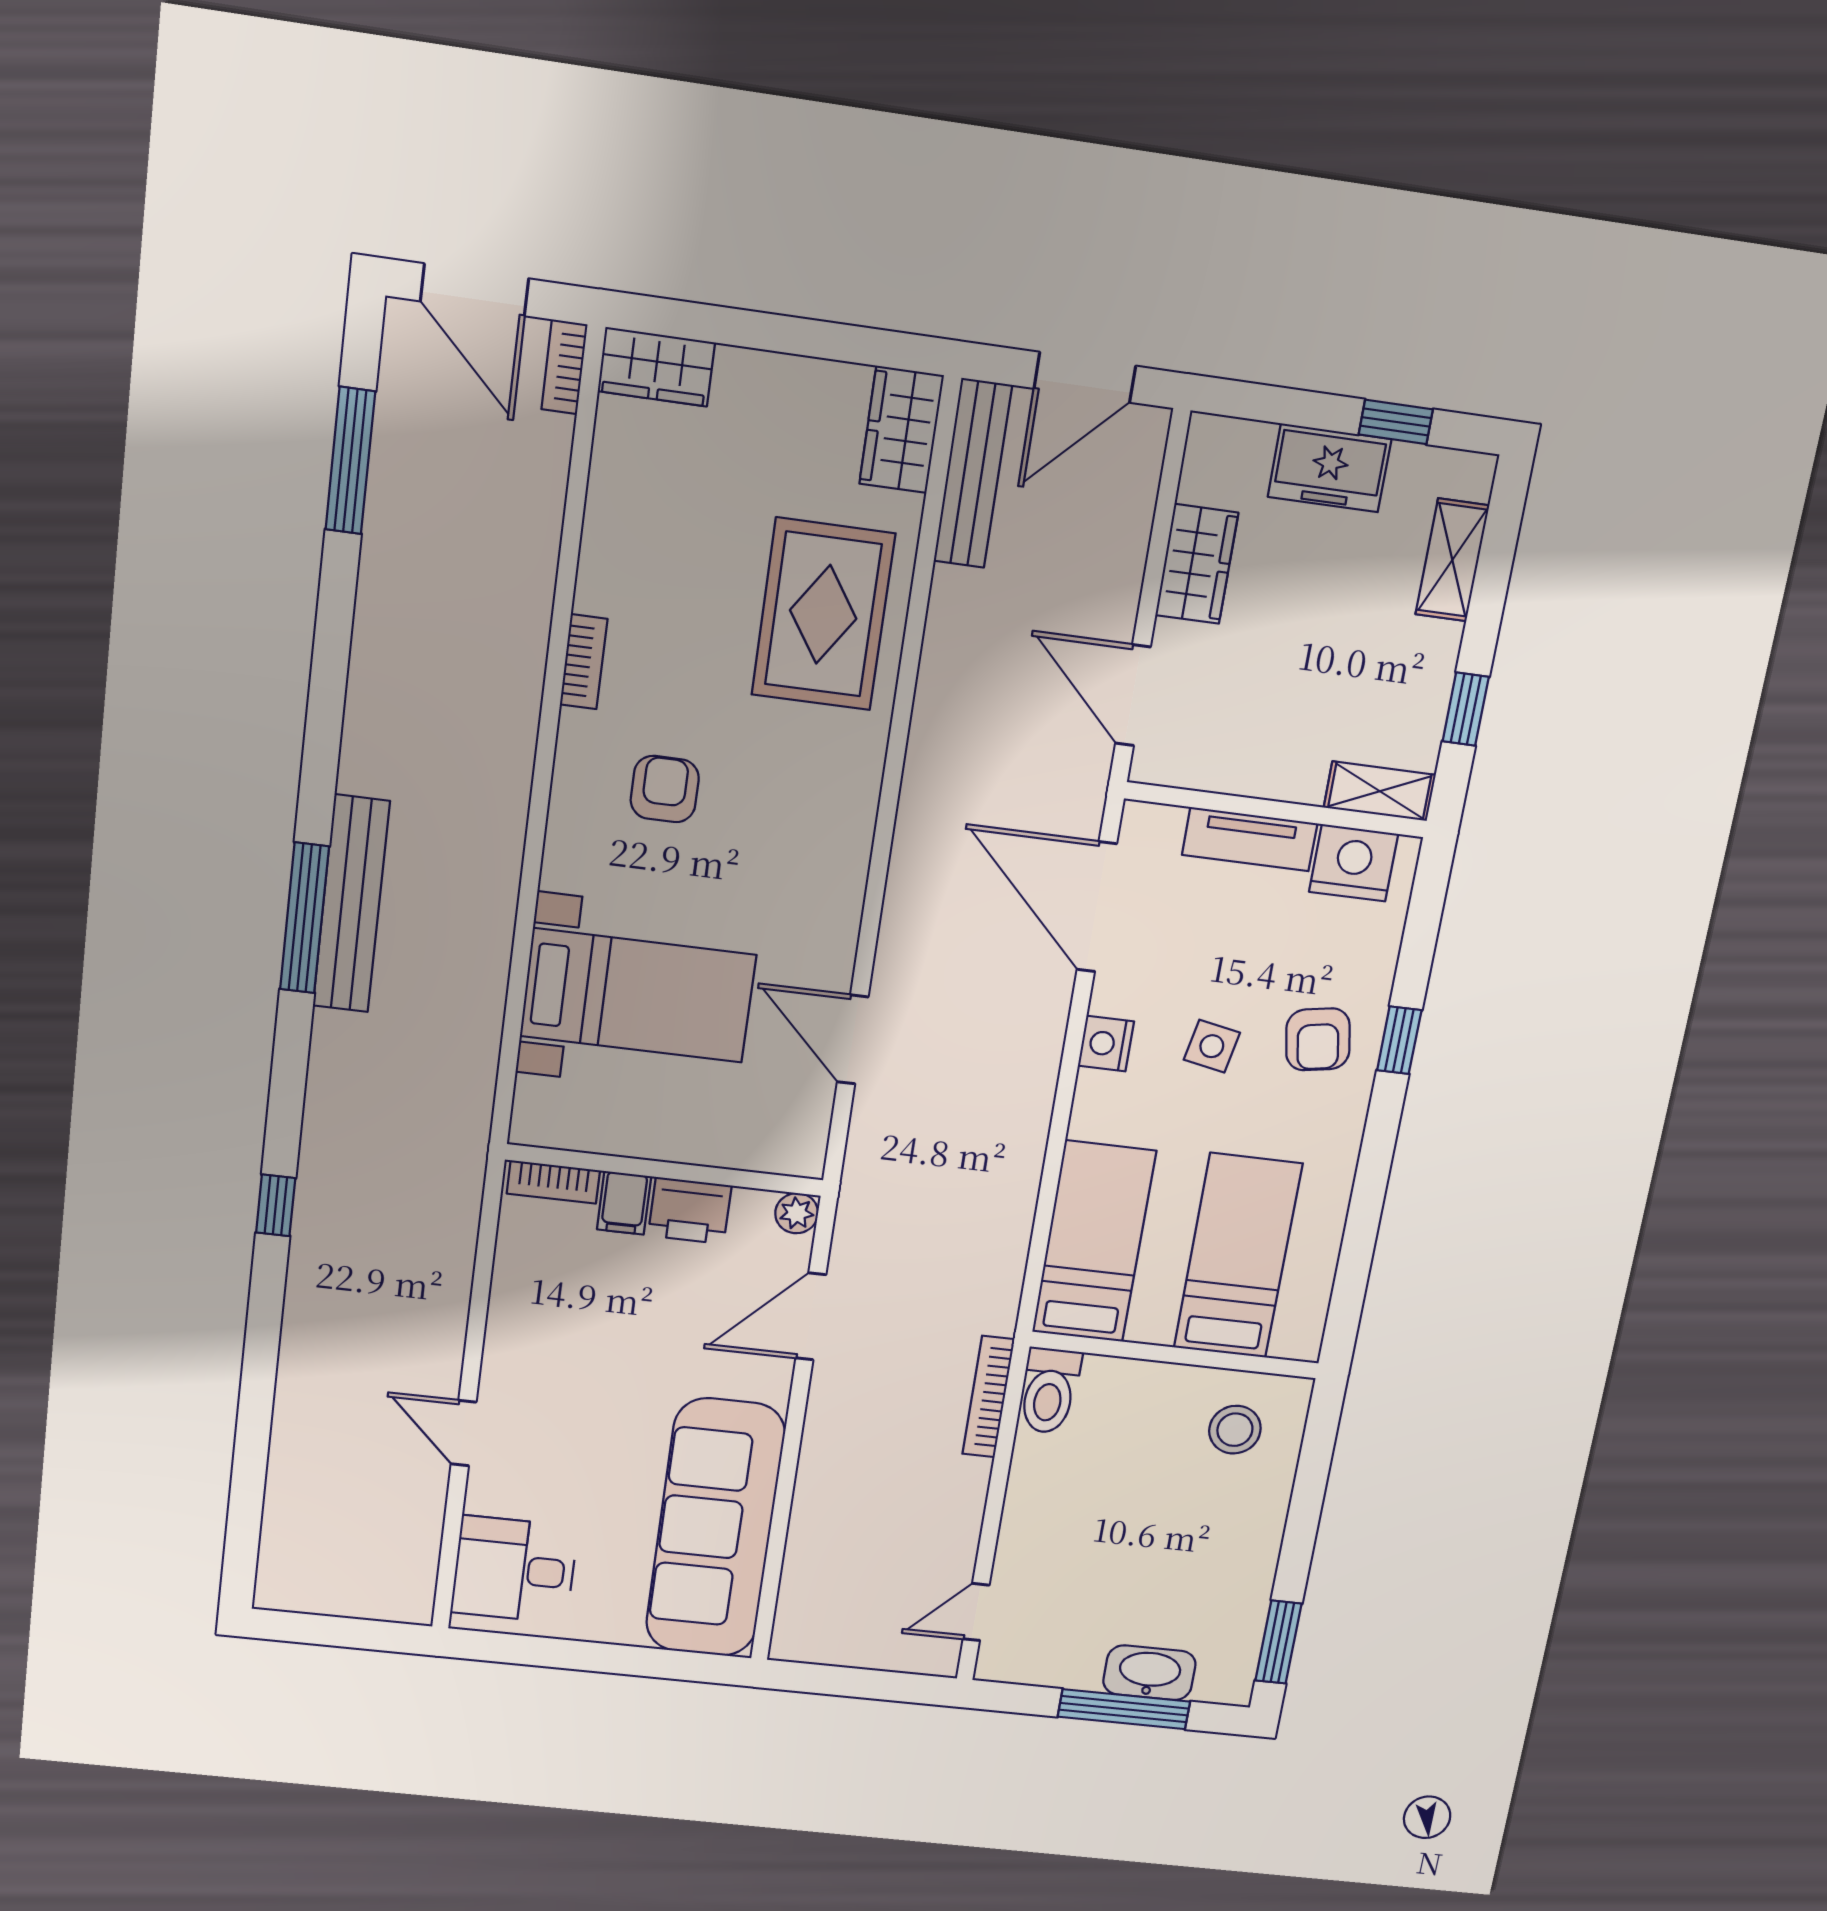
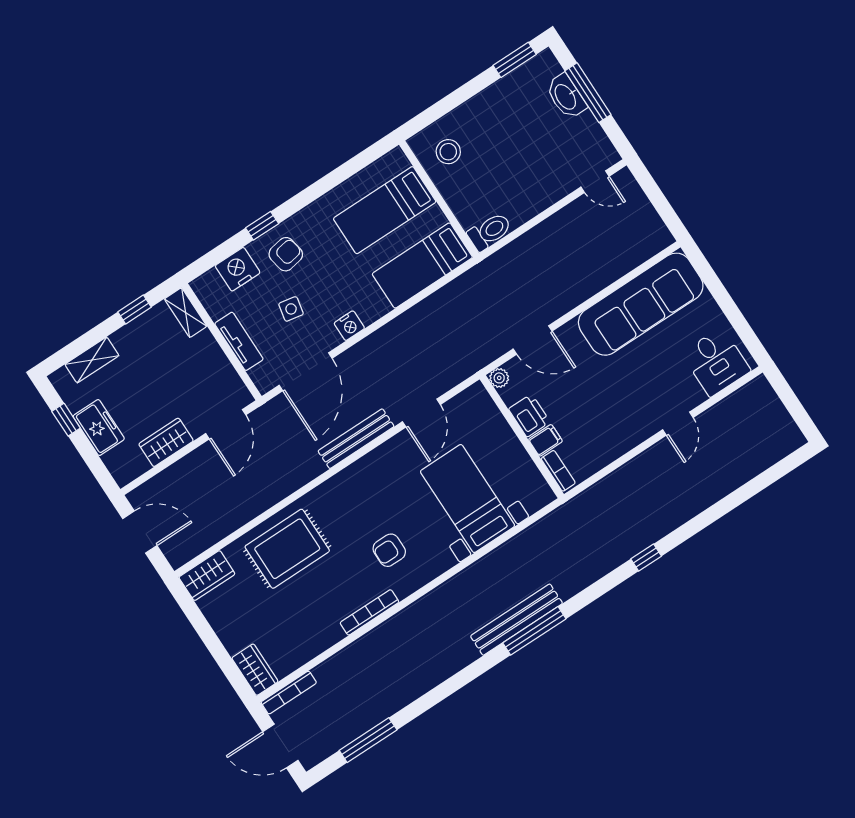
door: (475, 290) -> (280, 746), swing flipped
bookcase: (564, 367) -> (289, 693), width x1.56
bench: (973, 473) -> (356, 439), moved
bookcase: (584, 662) -> (369, 612), width x1.56
nightstand: (1354, 863) -> (238, 269), moved, turned 90
side table: (1212, 1046) -> (291, 309), moved
bookcase: (988, 1397) -> (510, 251), removed

